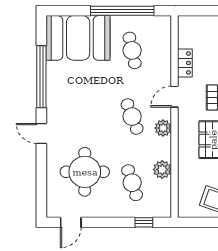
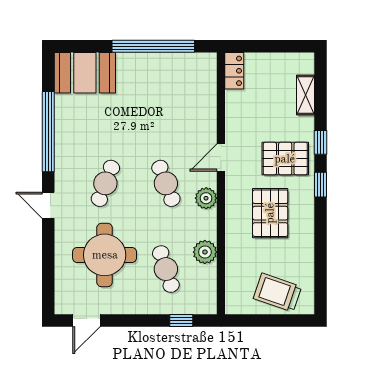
booth: (78, 38) -> (85, 73), width x0.73, depth x0.70
cafe table: (132, 50) -> (105, 183), moved, turned 33
locker: (185, 63) -> (234, 71), moved

